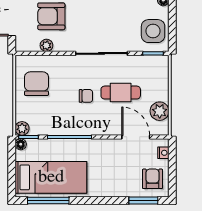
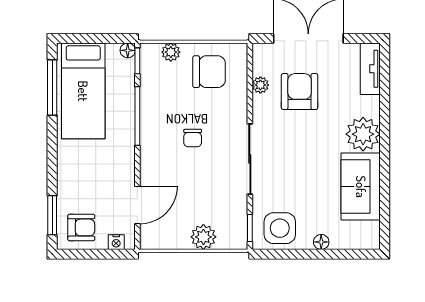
cafe table: (121, 93) -> (197, 185), removed
plant: (160, 111) -> (203, 237), moved
plant: (22, 128) -> (171, 52), moved

